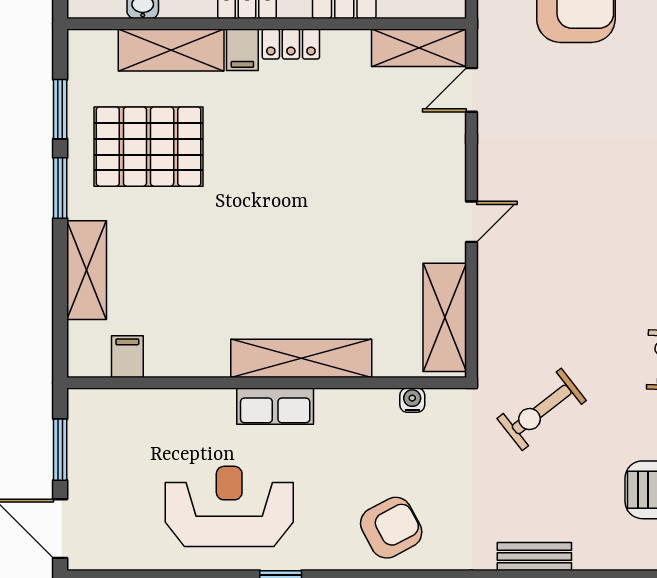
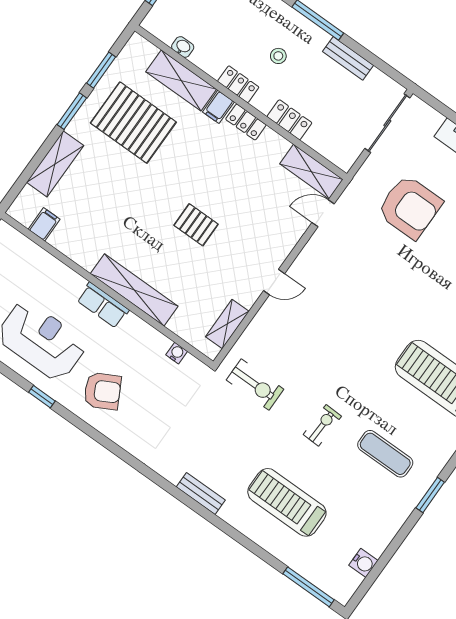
pallet: (321, 220) -> (196, 225), added
shelving: (445, 317) -> (227, 324), width x0.67, depth x0.75
exercise bike: (542, 409) -> (255, 385), moved, turned -142
armchair: (391, 528) -> (102, 391), moved
bench: (534, 556) -> (201, 494), moved

